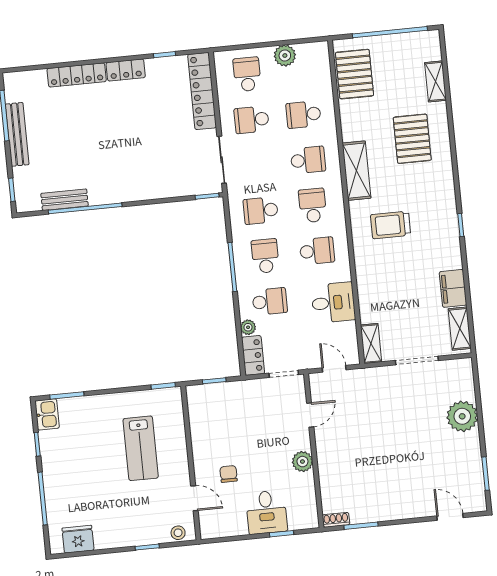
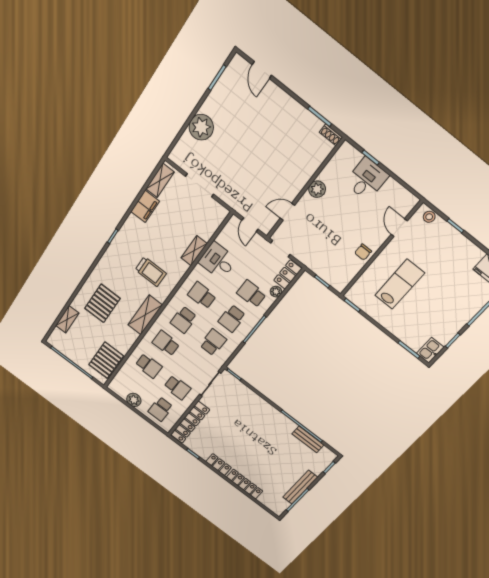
school desk: (261, 211) -> (213, 342), turned -90
shelving: (371, 344) -> (194, 251), moved
chair: (229, 474) -> (363, 252), moved

